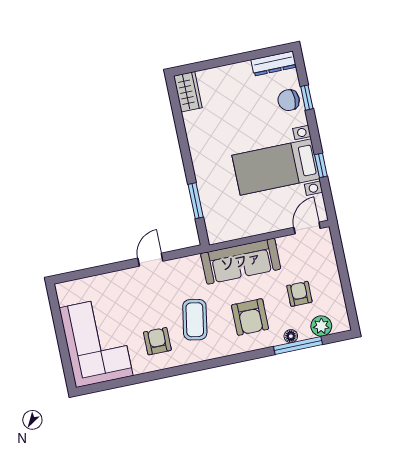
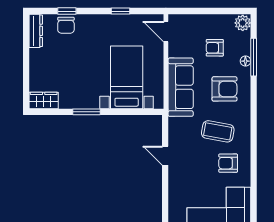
bed with nightstands: (276, 167) -> (127, 77), moved, turned 180
window: (196, 201) -> (86, 112), moved
plant: (321, 326) -> (243, 23), moved

